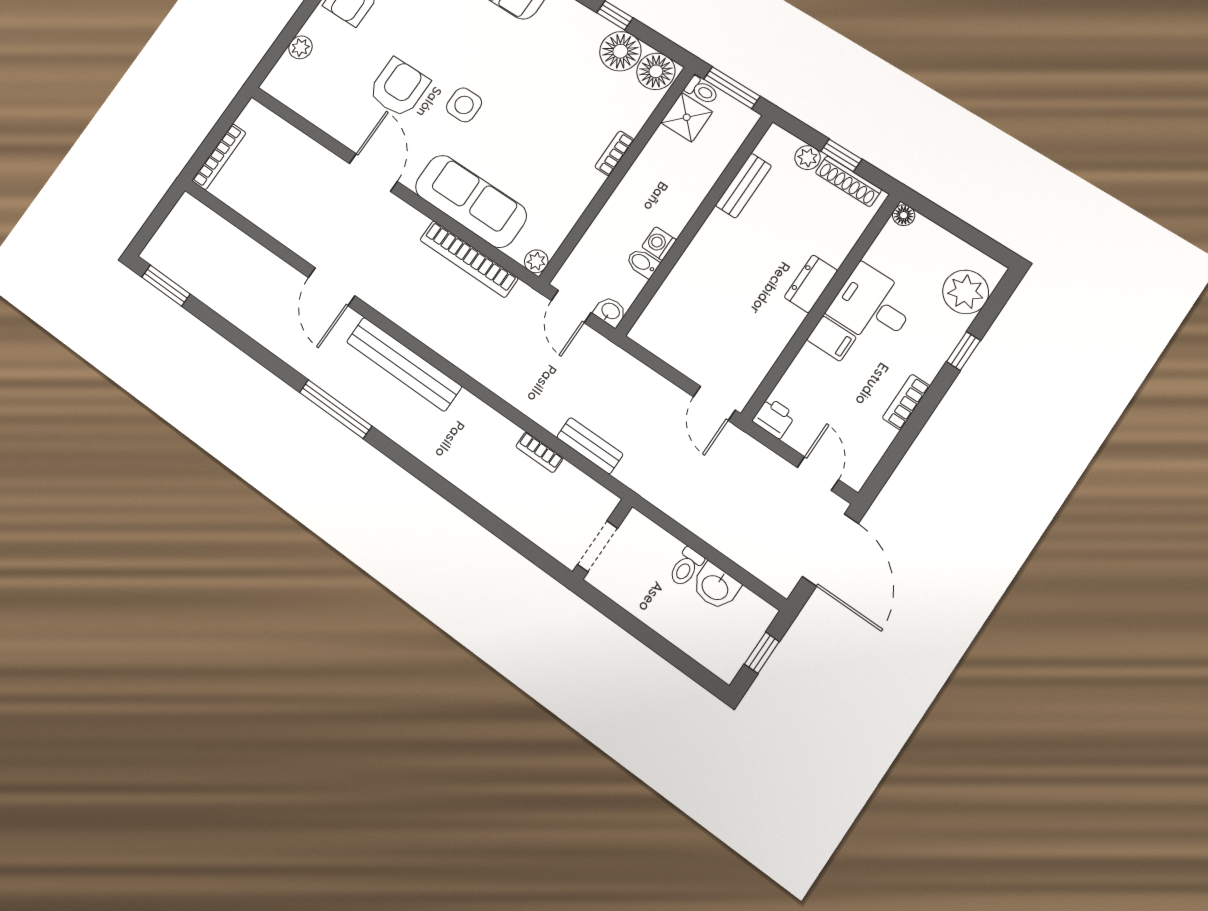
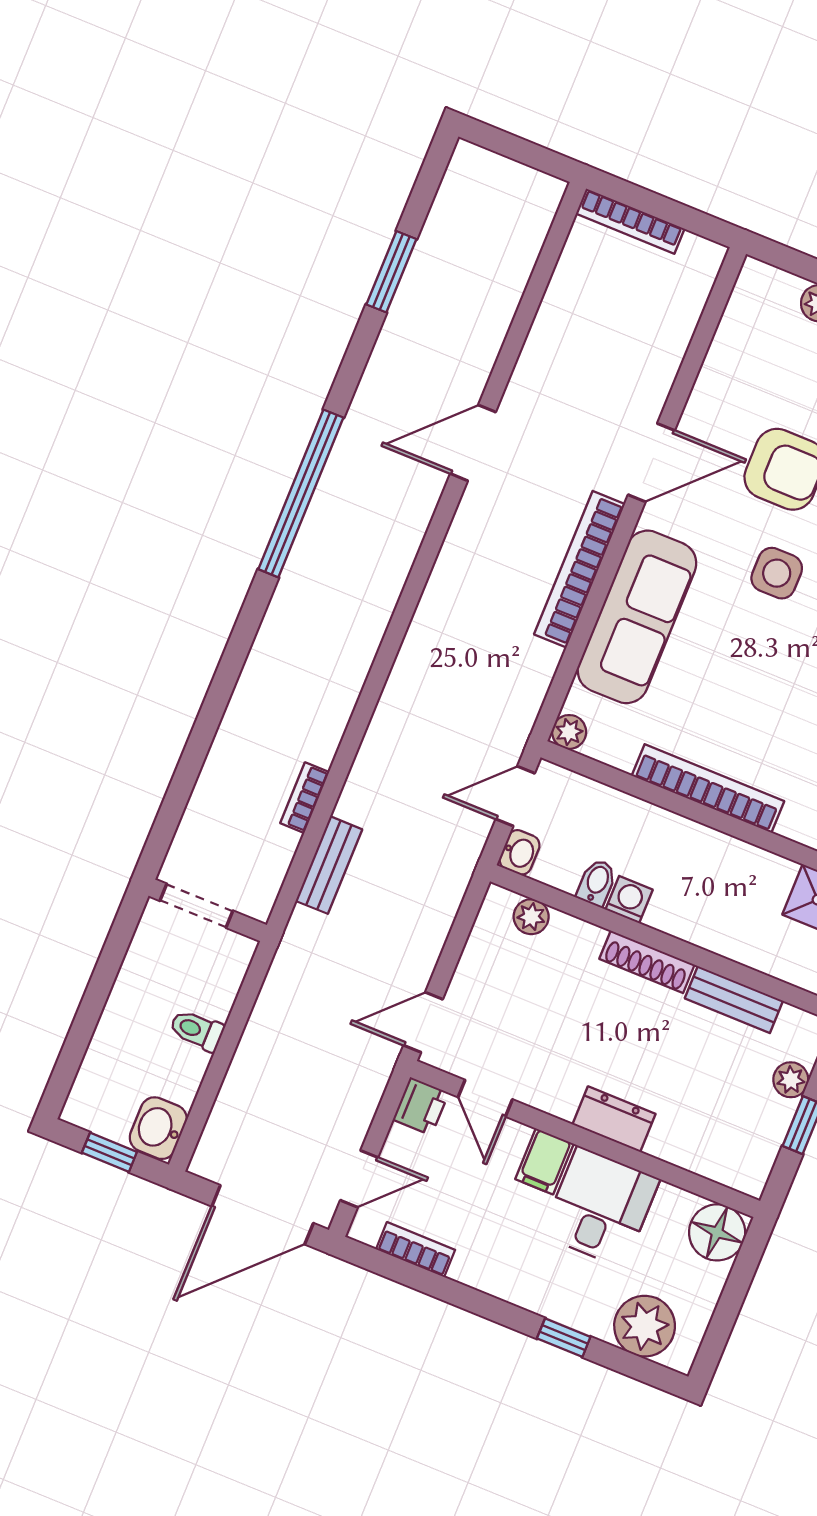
bookcase: (614, 153) -> (708, 788), width x2.31, depth x1.31
shoe rack: (848, 181) -> (647, 962), moved, turned -90
floor lamp: (904, 215) -> (717, 1232), width x1.89, depth x1.89
bookcase: (469, 259) -> (580, 569), moved
window: (166, 286) -> (391, 272), moved
plant: (656, 313) -> (531, 917), added
bench: (404, 364) -> (385, 576), removed
door: (778, 371) -> (485, 1098), added
bookcase: (906, 402) -> (416, 1250), moved
window: (336, 409) -> (301, 493), width x1.46
washbasin: (715, 587) -> (158, 1128), moved

